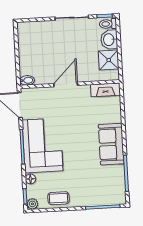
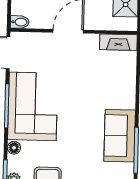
sofa: (111, 144) -> (120, 136), moved

